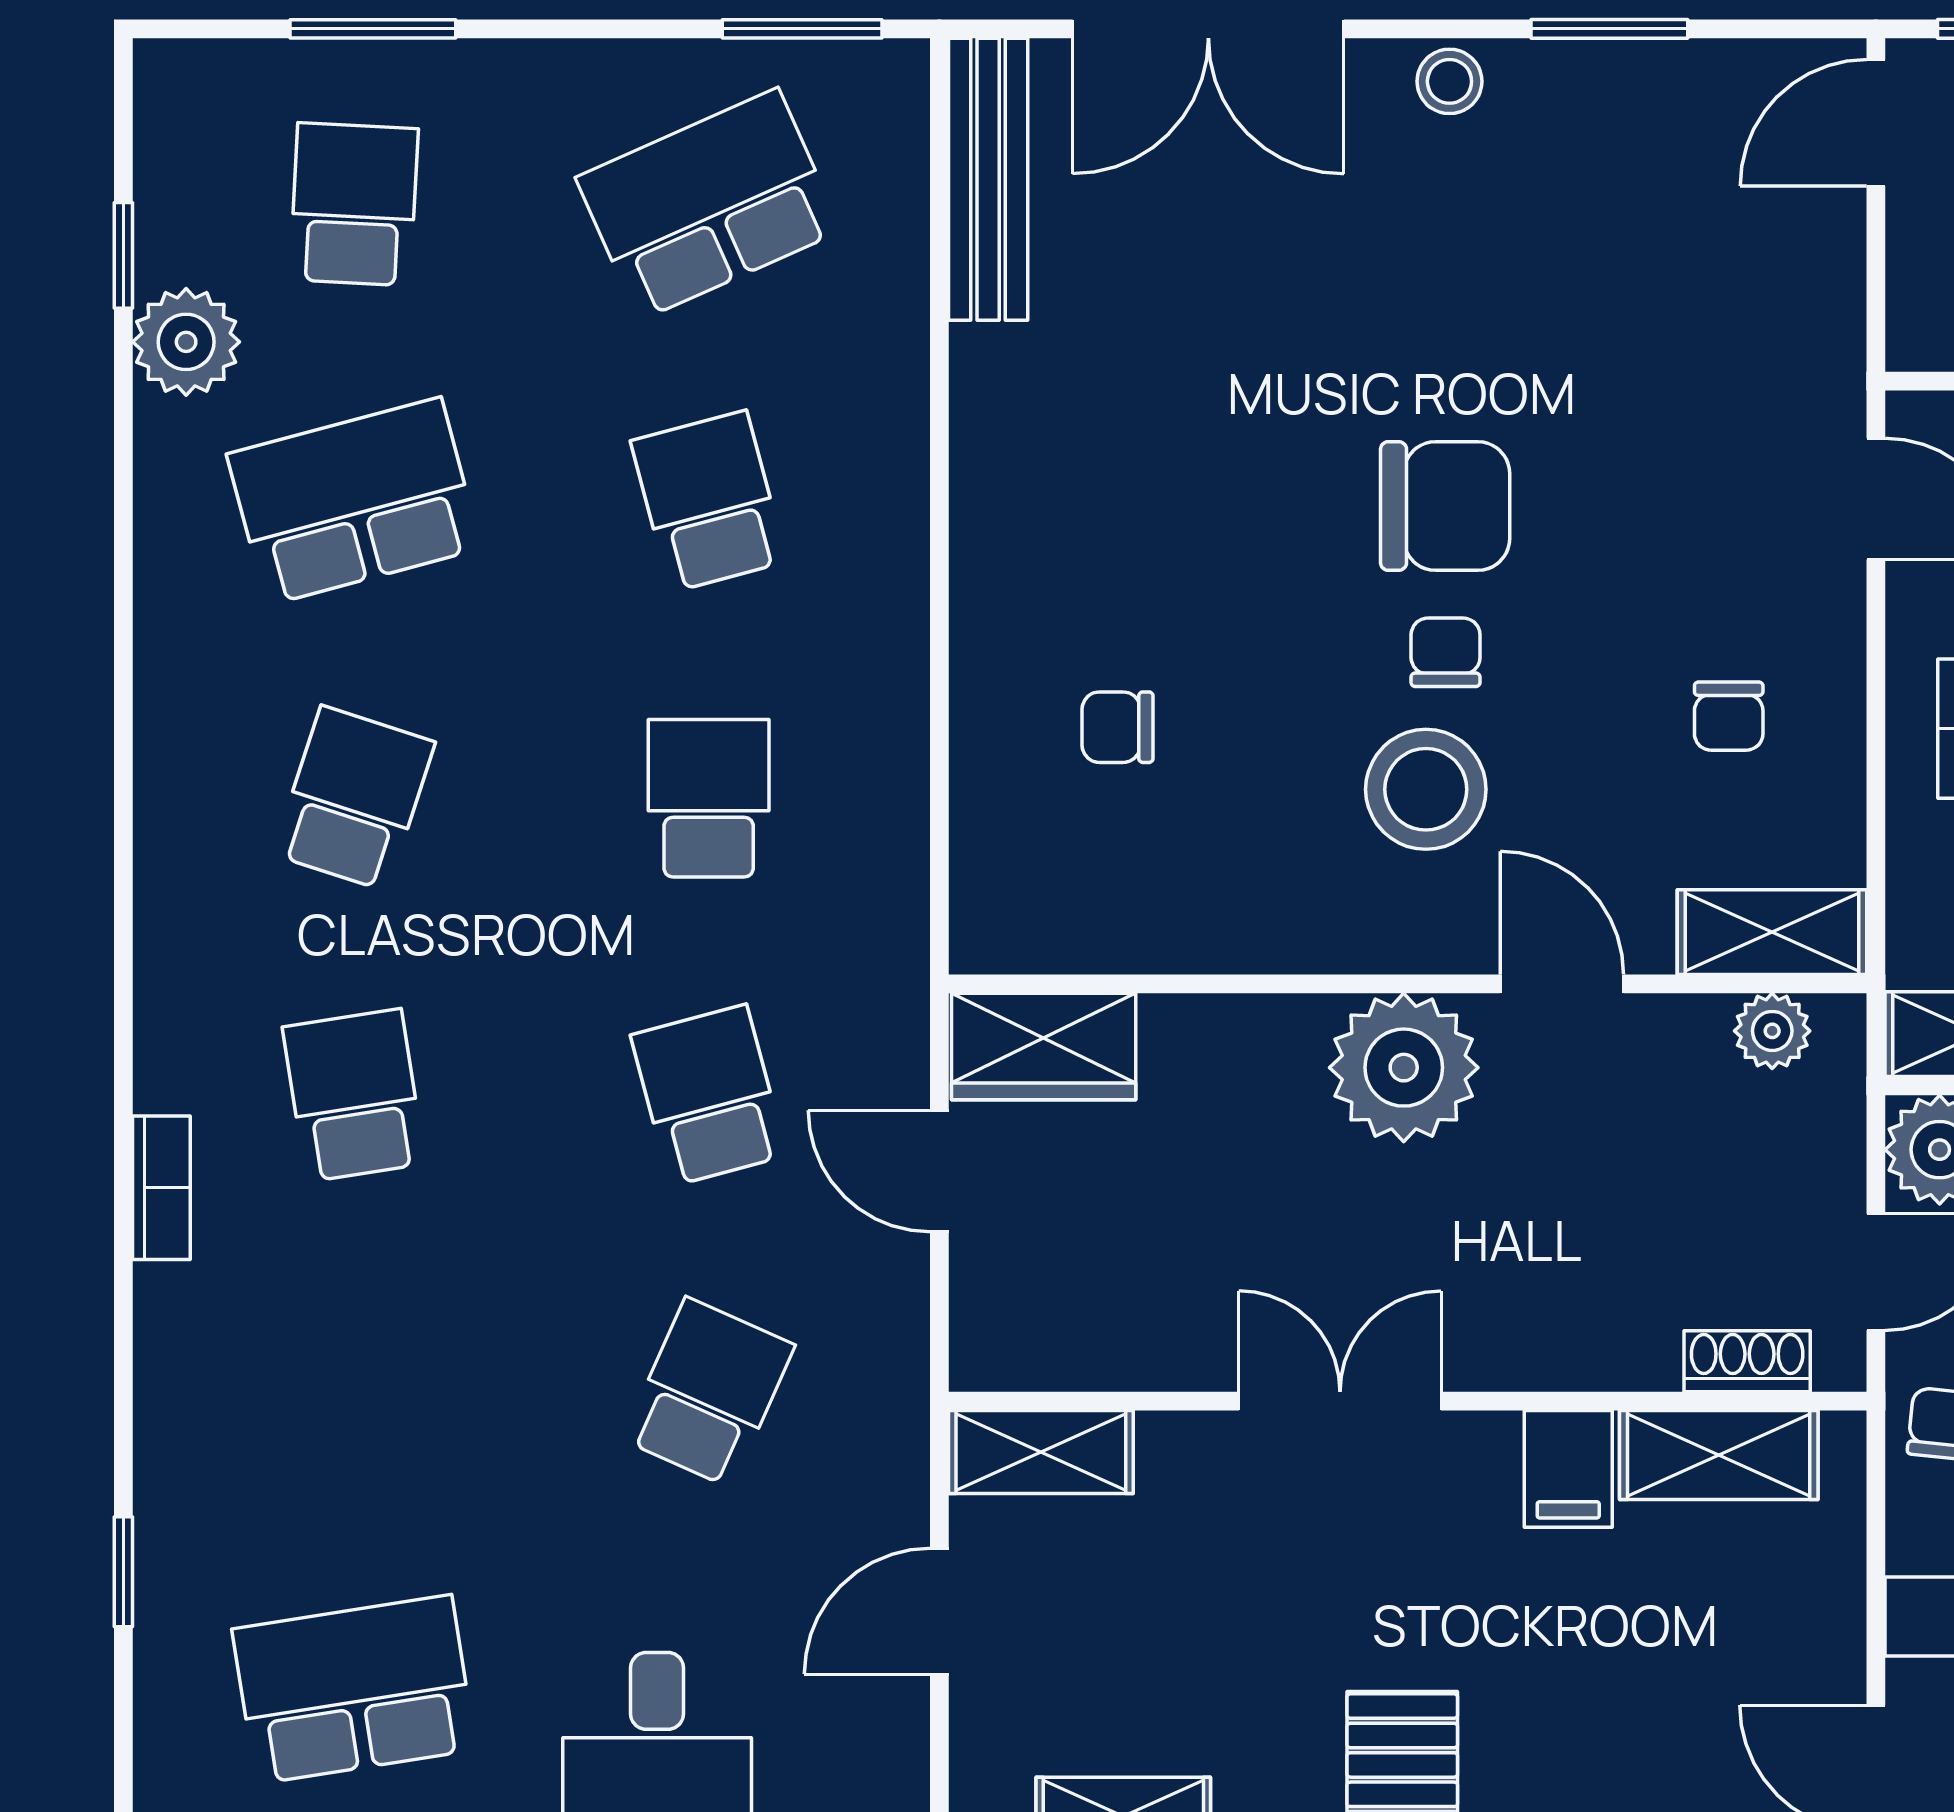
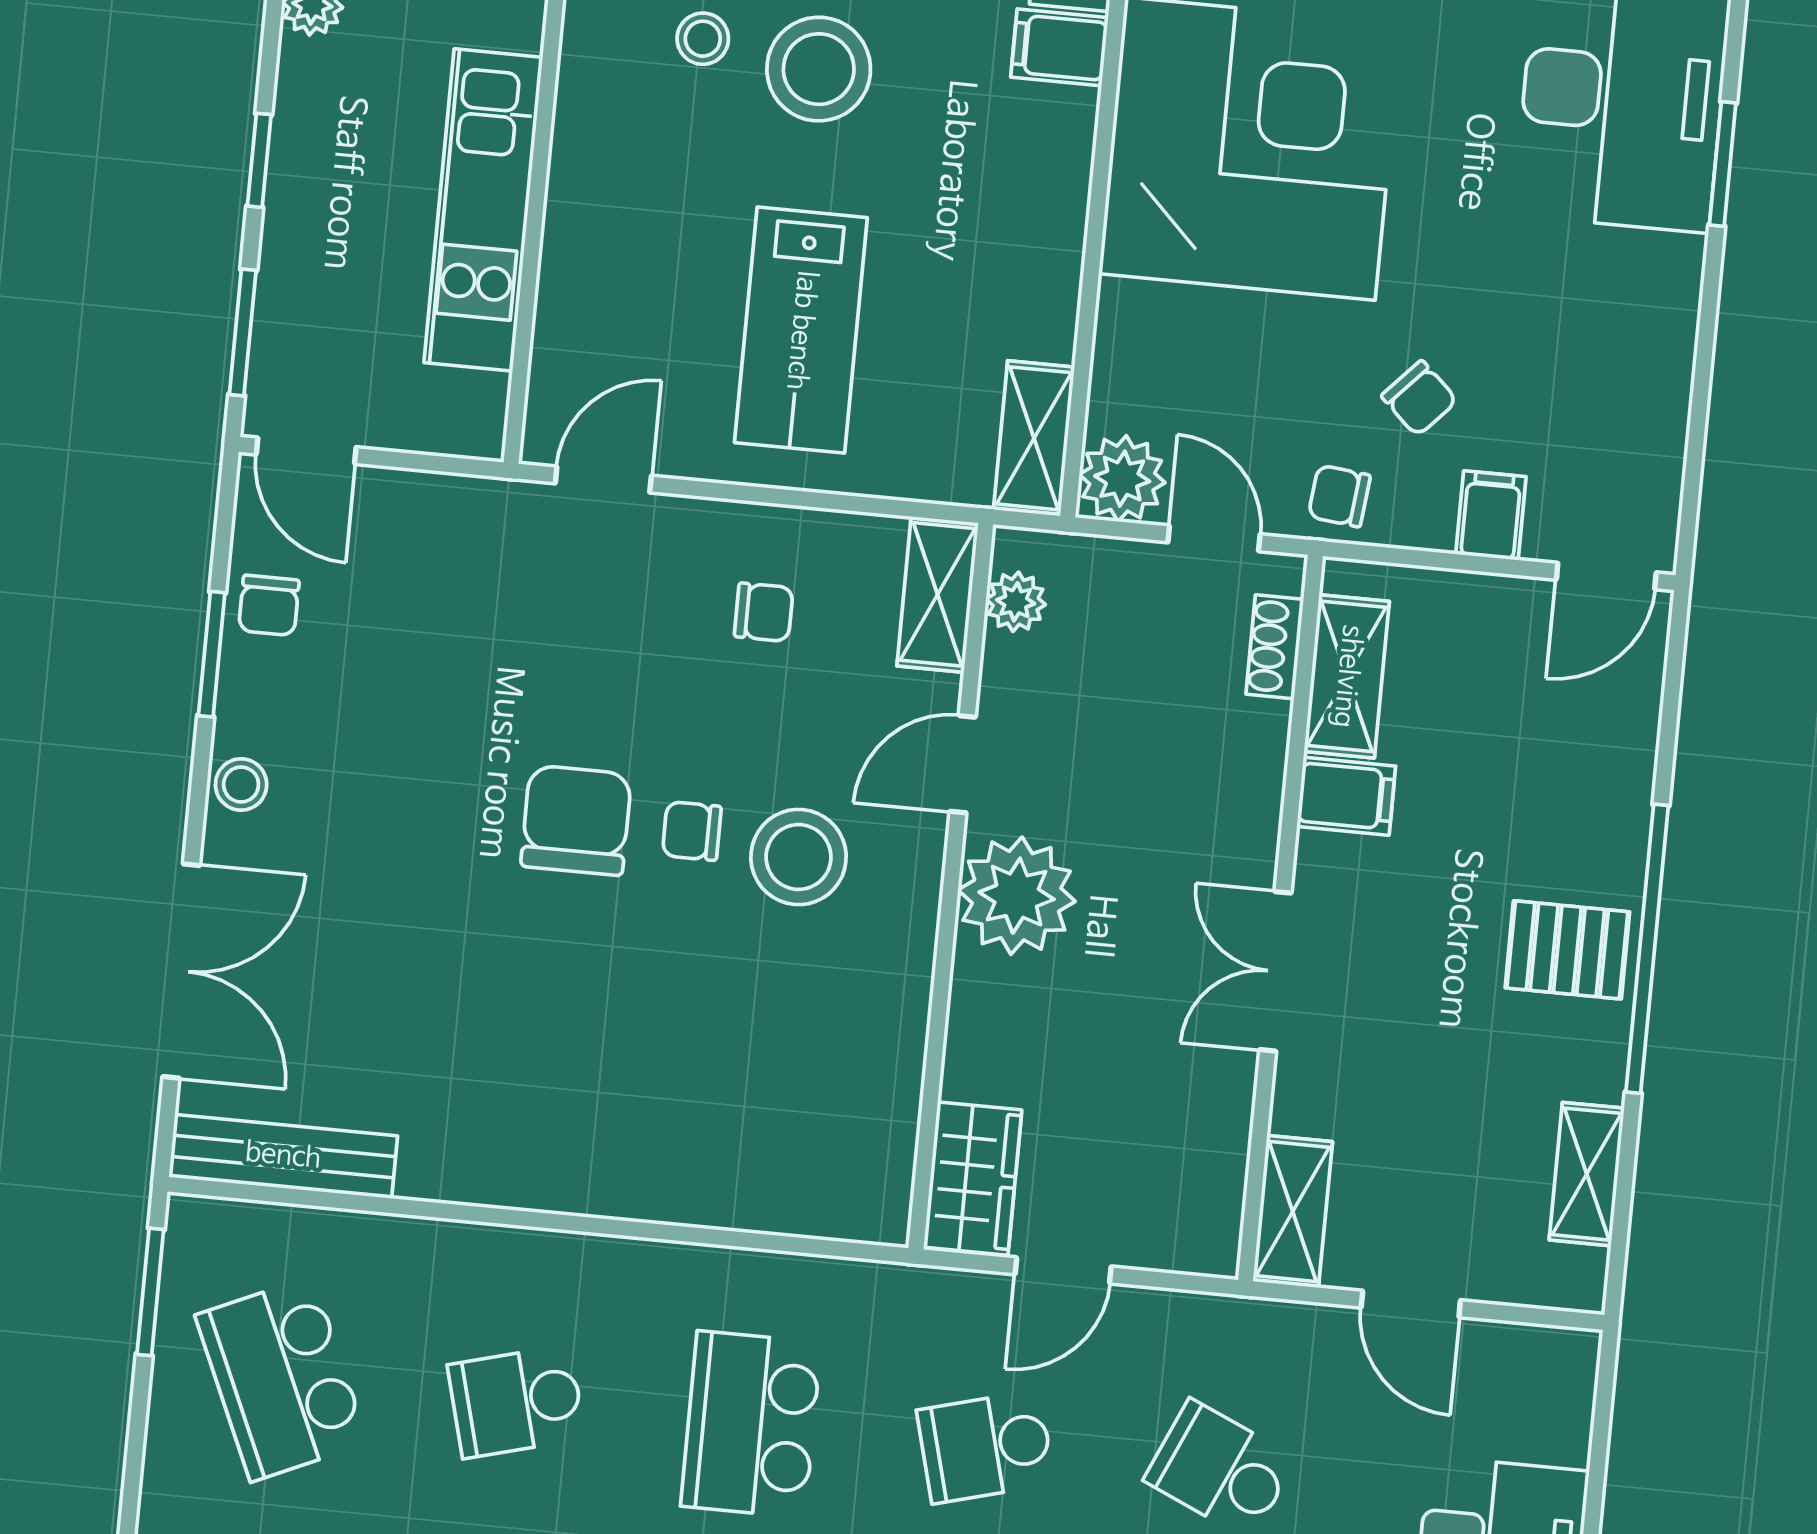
chair: (1118, 727) -> (269, 605), moved
school desk: (709, 798) -> (751, 1424), width x1.85

